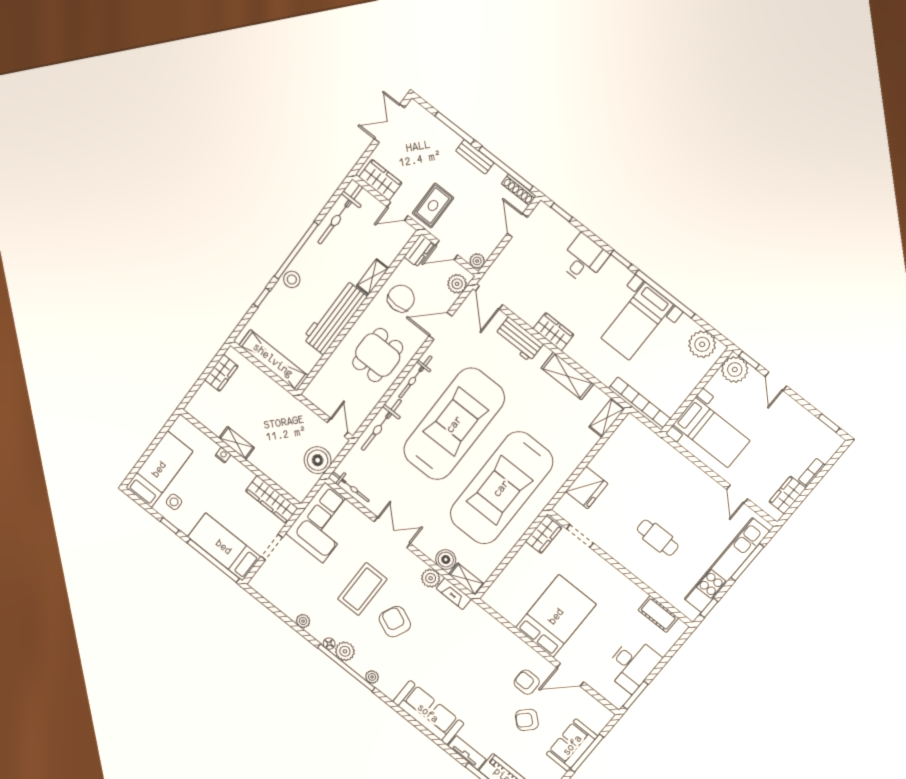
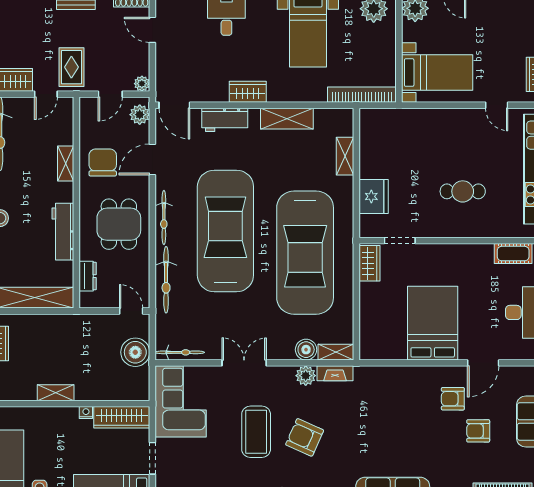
dresser: (419, 250) -> (88, 276), moved
workbench: (335, 317) -> (63, 232), width x0.73, depth x0.76
shelving: (607, 418) -> (345, 156), moved
nightstand: (223, 455) -> (86, 413), moved
armchair: (527, 720) -> (478, 431), turned 47

